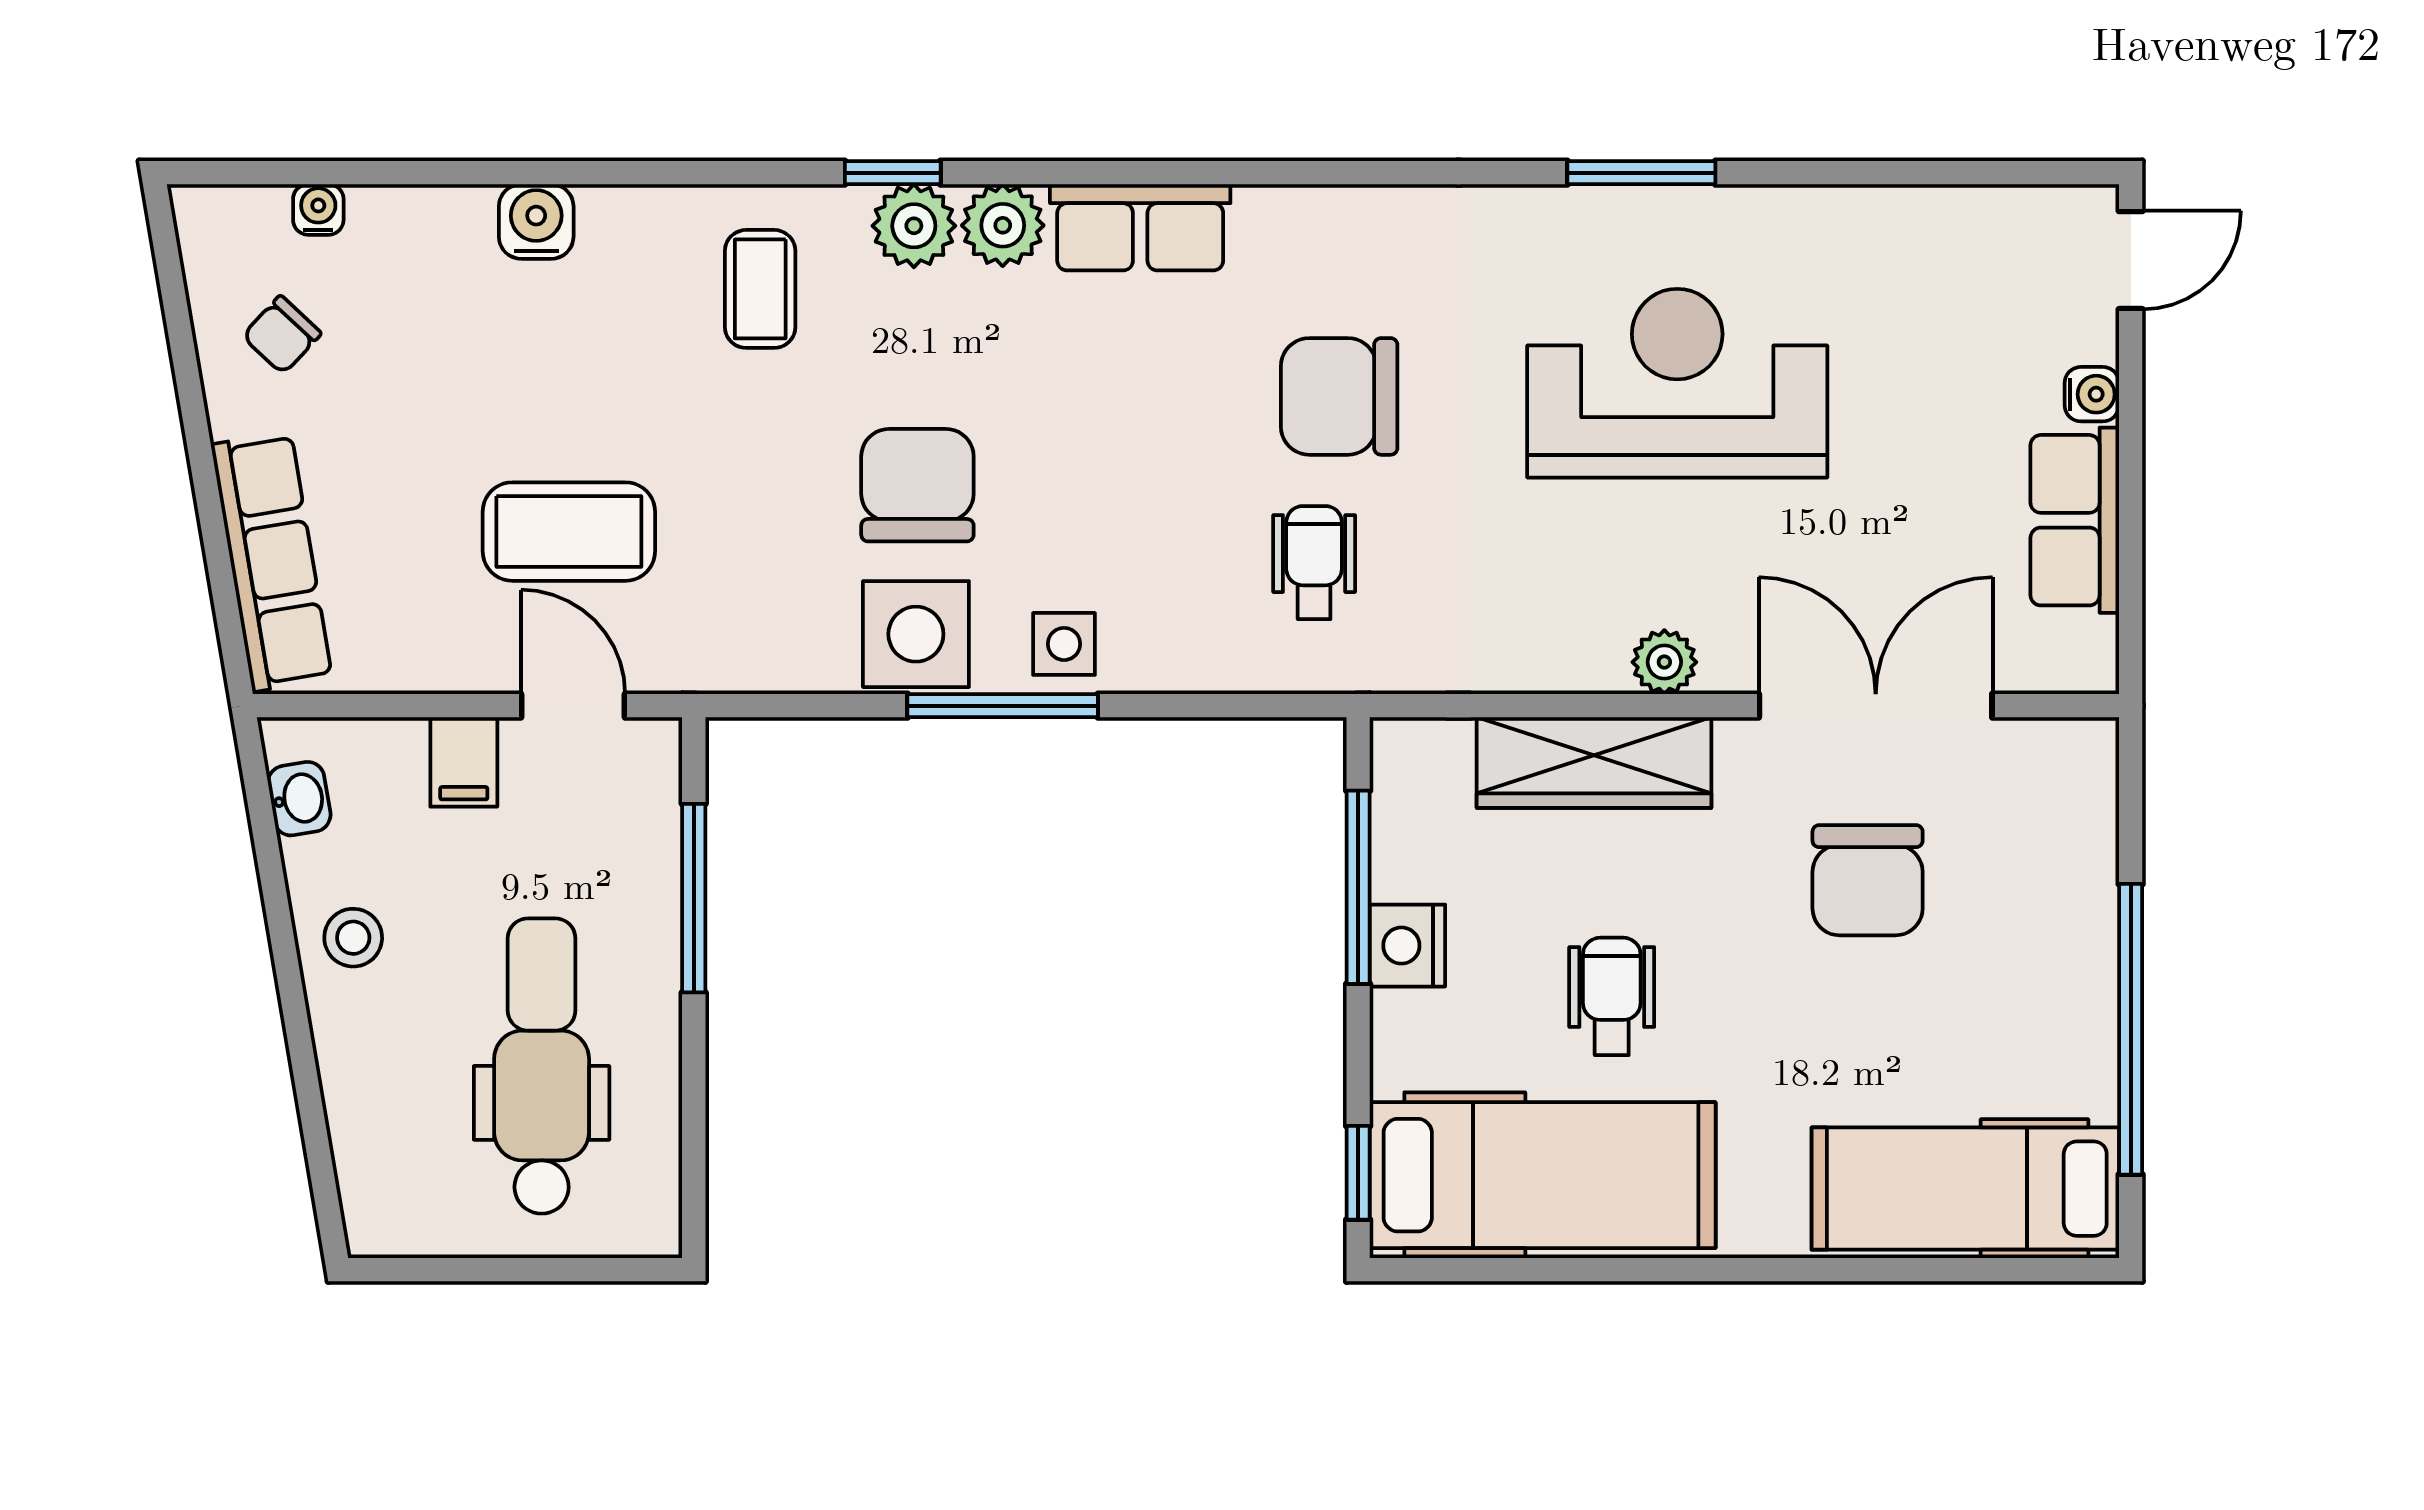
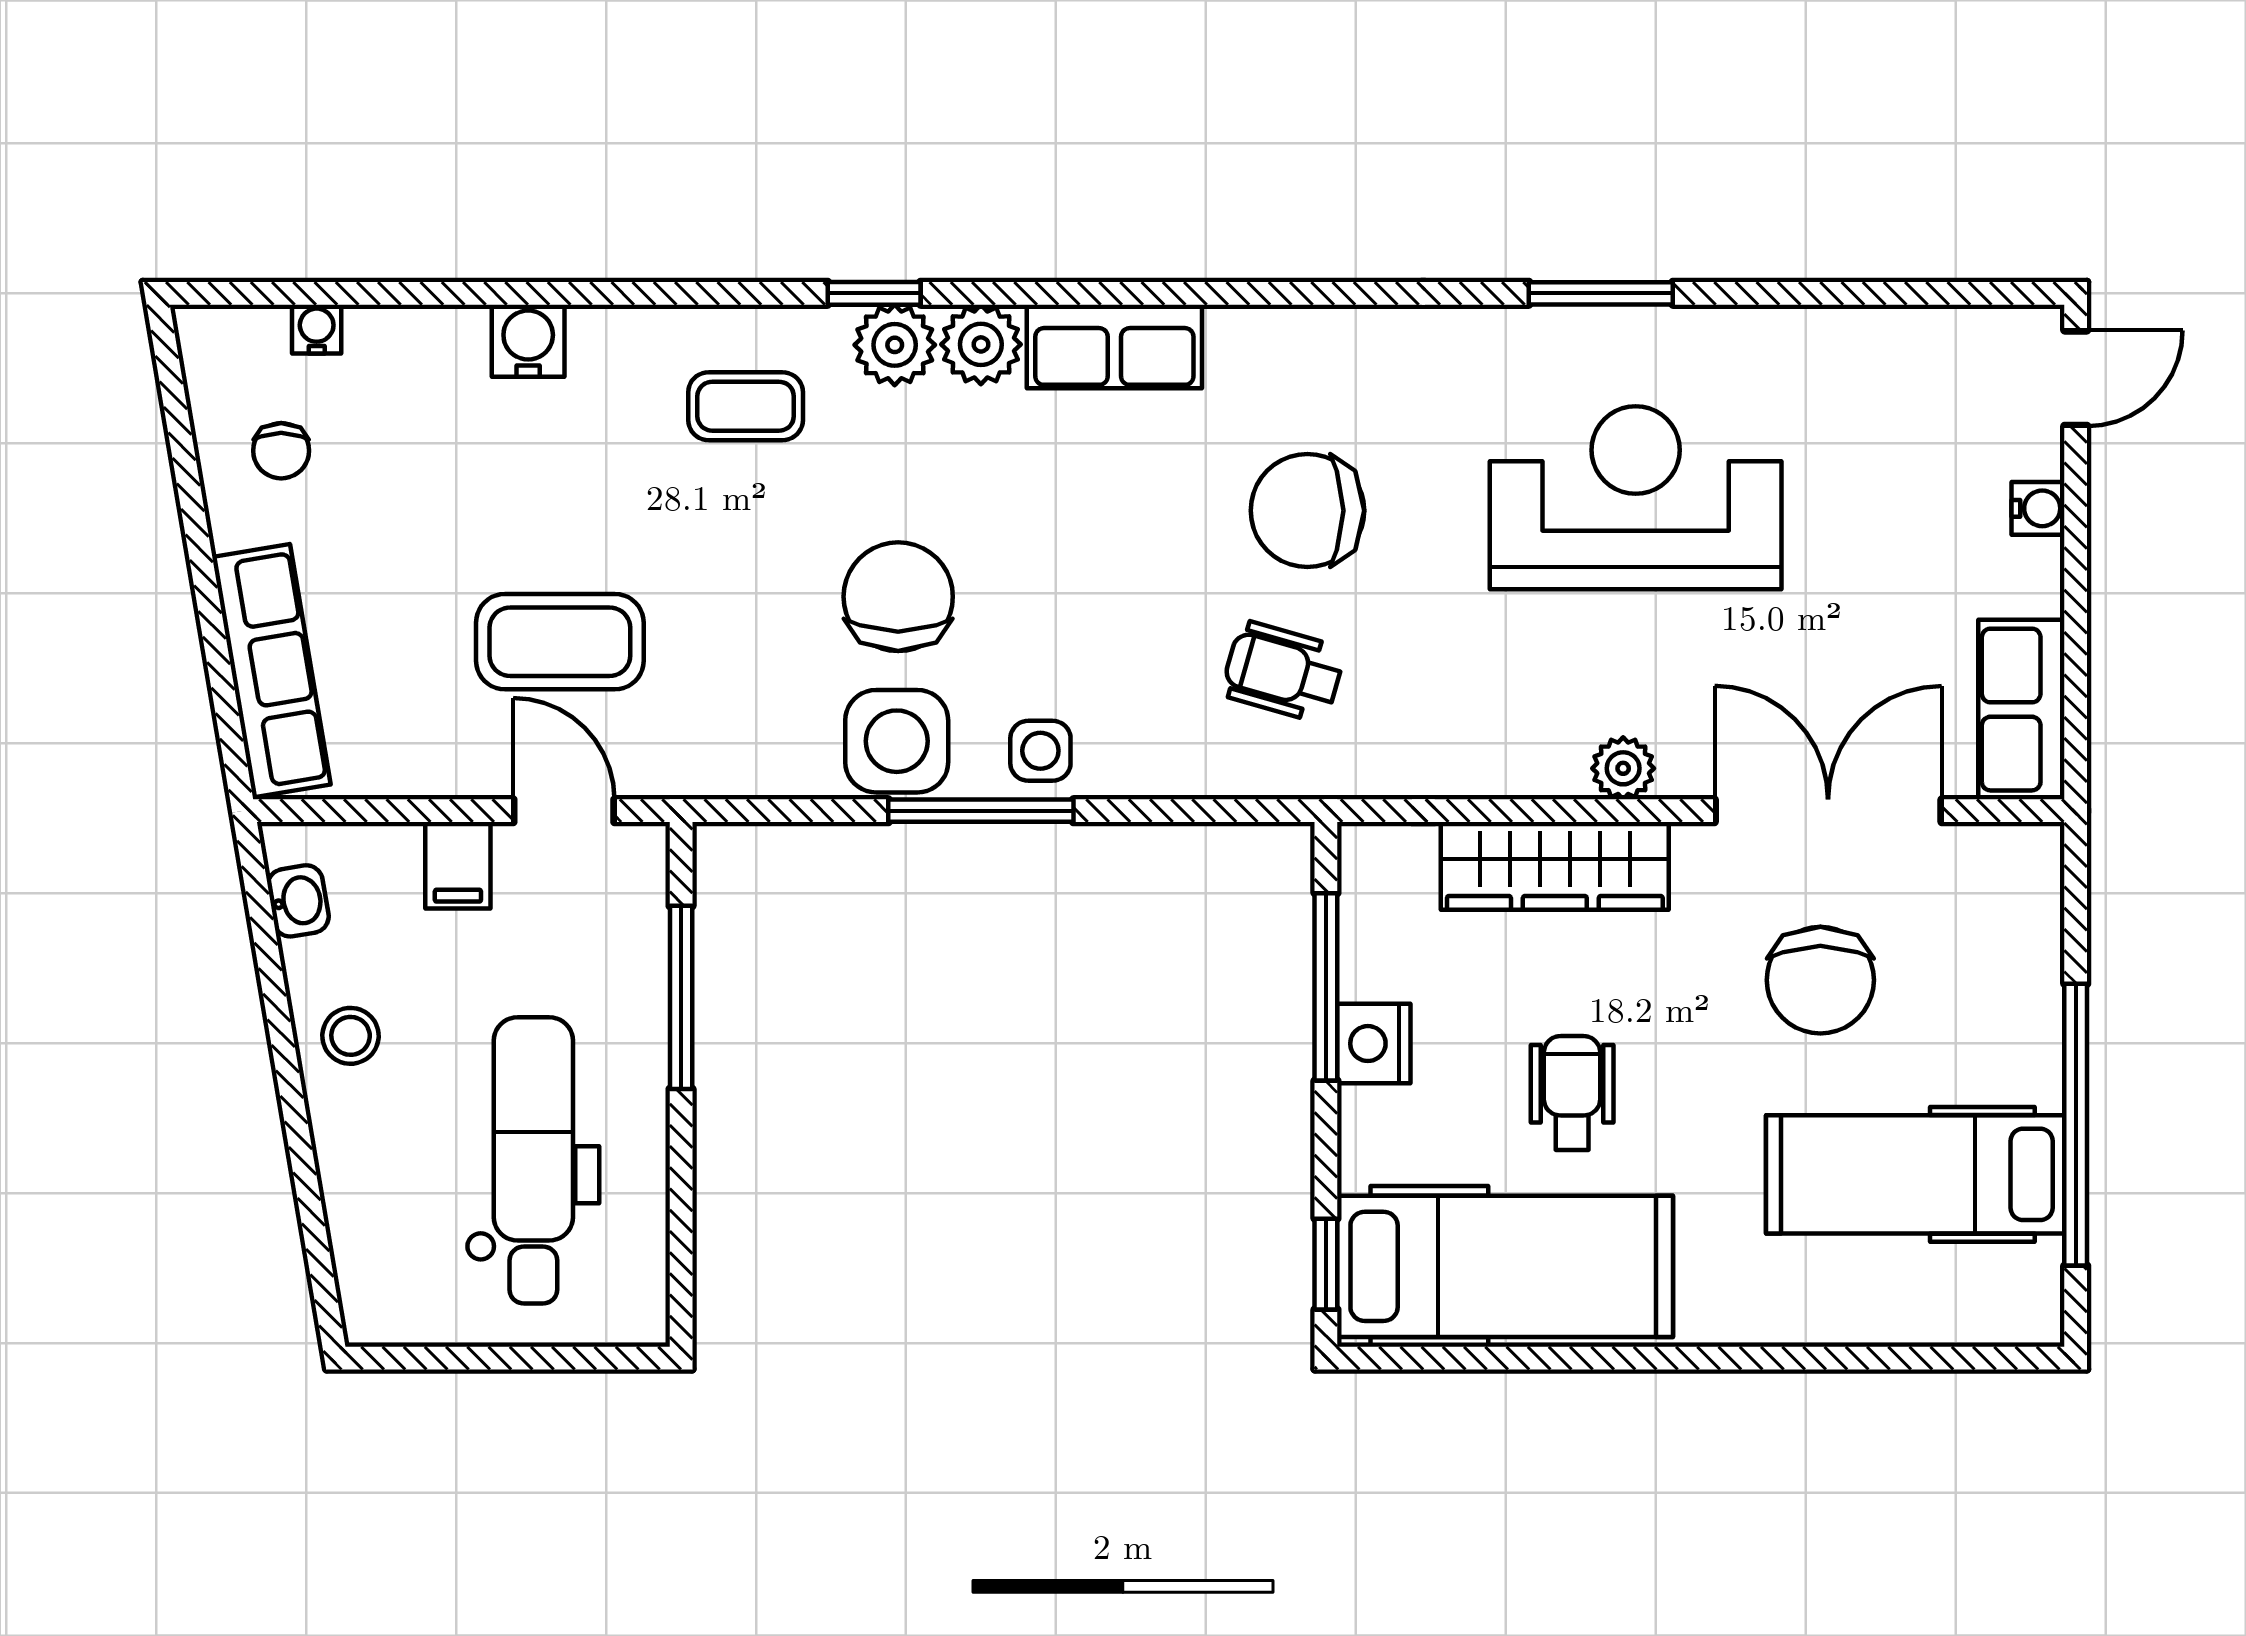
coffee table: (760, 289) -> (746, 406), turned 90
chair: (282, 335) -> (281, 451), turned -43
row of seats: (2075, 520) -> (2021, 710), moved
wheelchair: (1314, 563) -> (1283, 672), turned -74
hospital bed: (1965, 1189) -> (1915, 1174), moved

